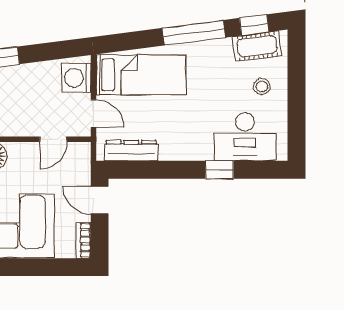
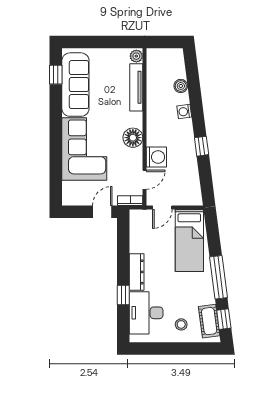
washing machine: (76, 78) -> (156, 157), moved, turned 90
door: (53, 139) -> (144, 180), swing flipped
dresser: (131, 151) -> (137, 272), moved
bookcase: (84, 240) -> (130, 201), moved

